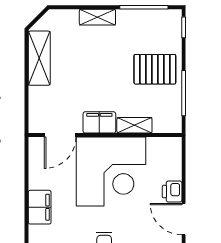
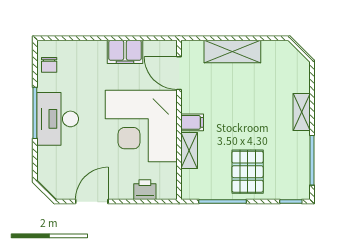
shelving: (39, 58) -> (232, 51), moved
filing cabinet: (99, 122) -> (192, 122), width x0.50
printer: (172, 192) -> (145, 190), moved
filing cabinet: (40, 207) -> (125, 52), moved

